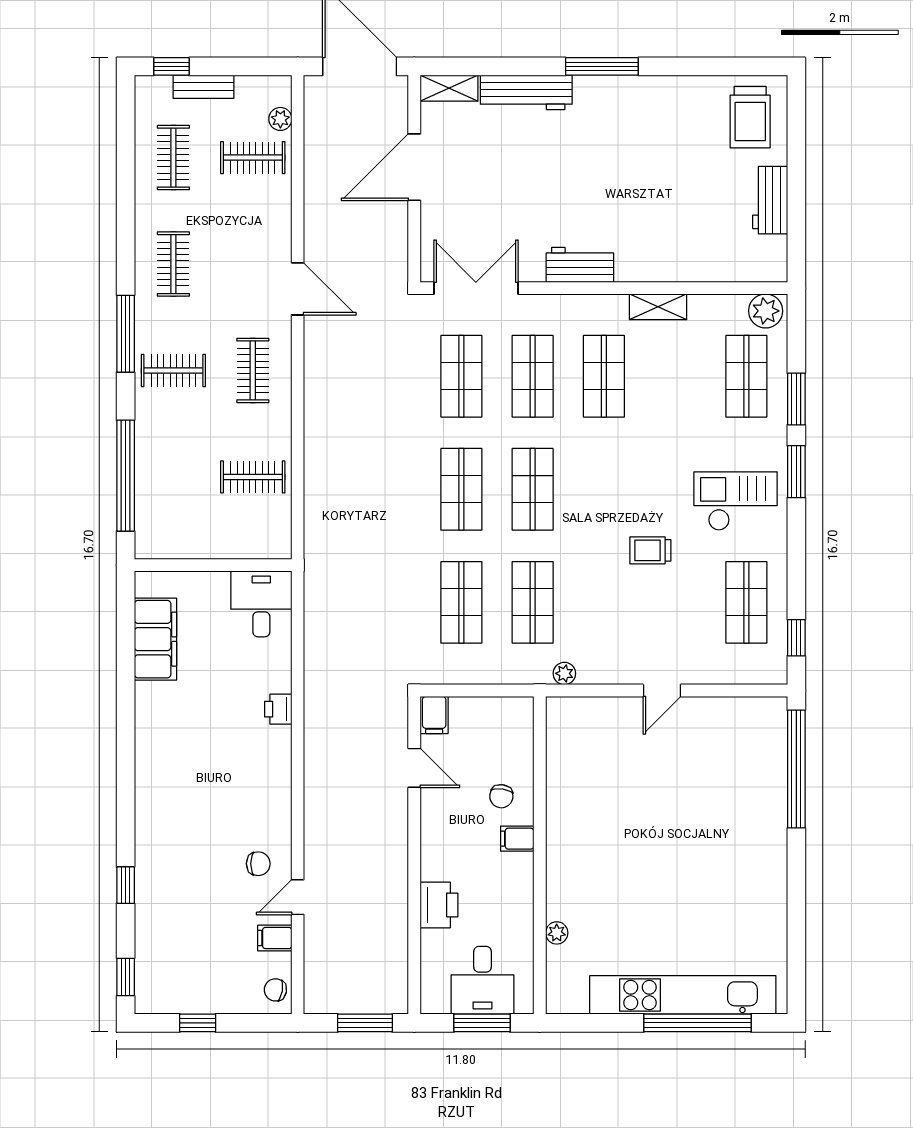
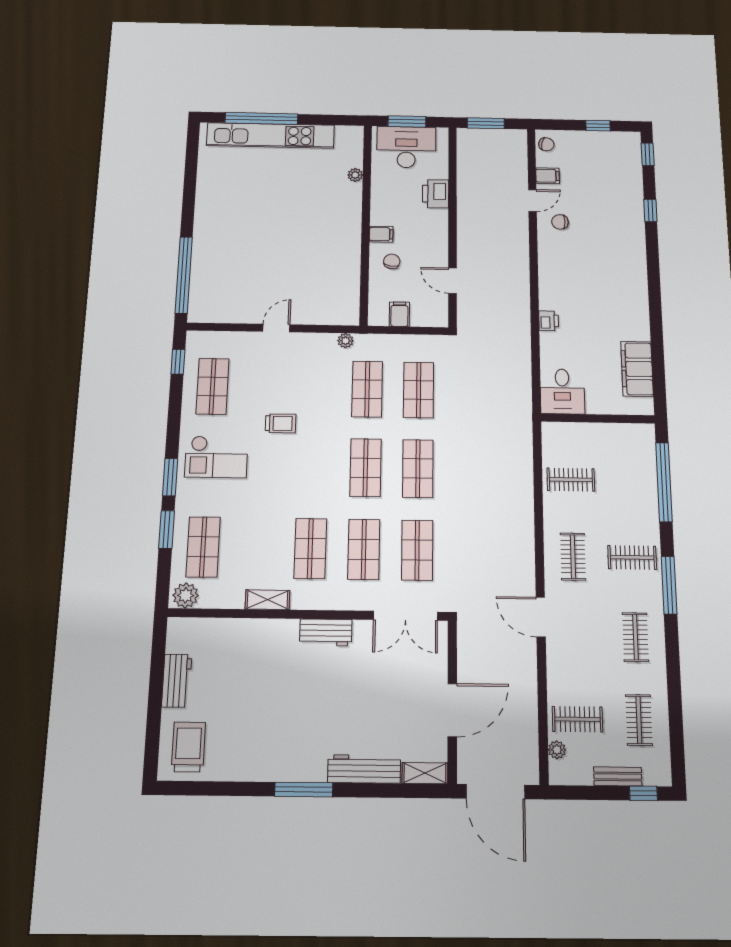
filing cabinet: (434, 715) -> (399, 314), moved
desk: (483, 980) -> (406, 147), width x1.37

